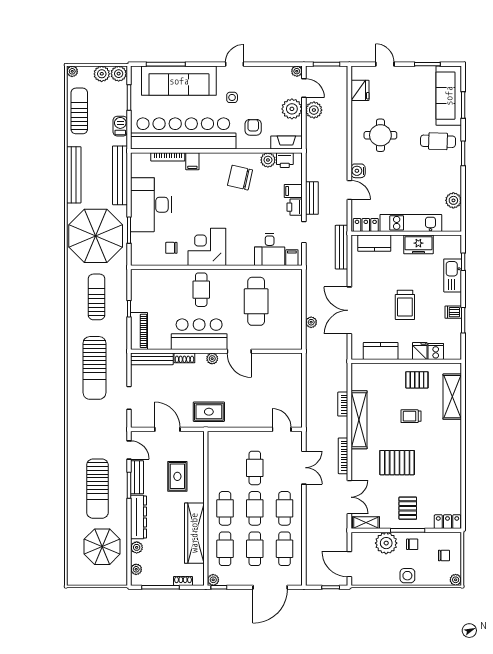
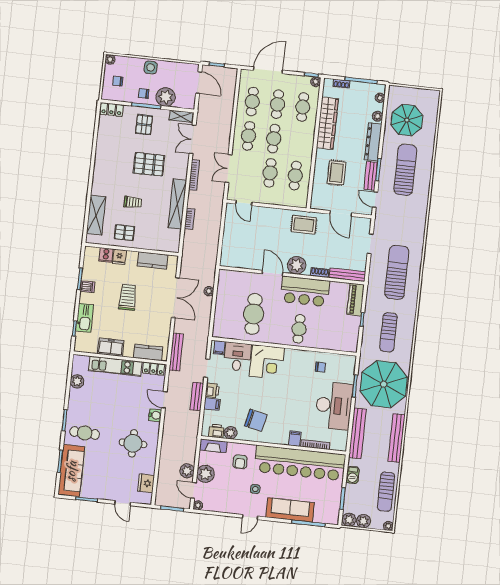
sofa: (179, 81) -> (290, 510), width x0.74, depth x0.79
corner desk: (207, 247) -> (267, 362), moved
plant: (212, 359) -> (297, 265), width x1.88, depth x1.88
cafe table: (225, 508) -> (295, 176), moved

